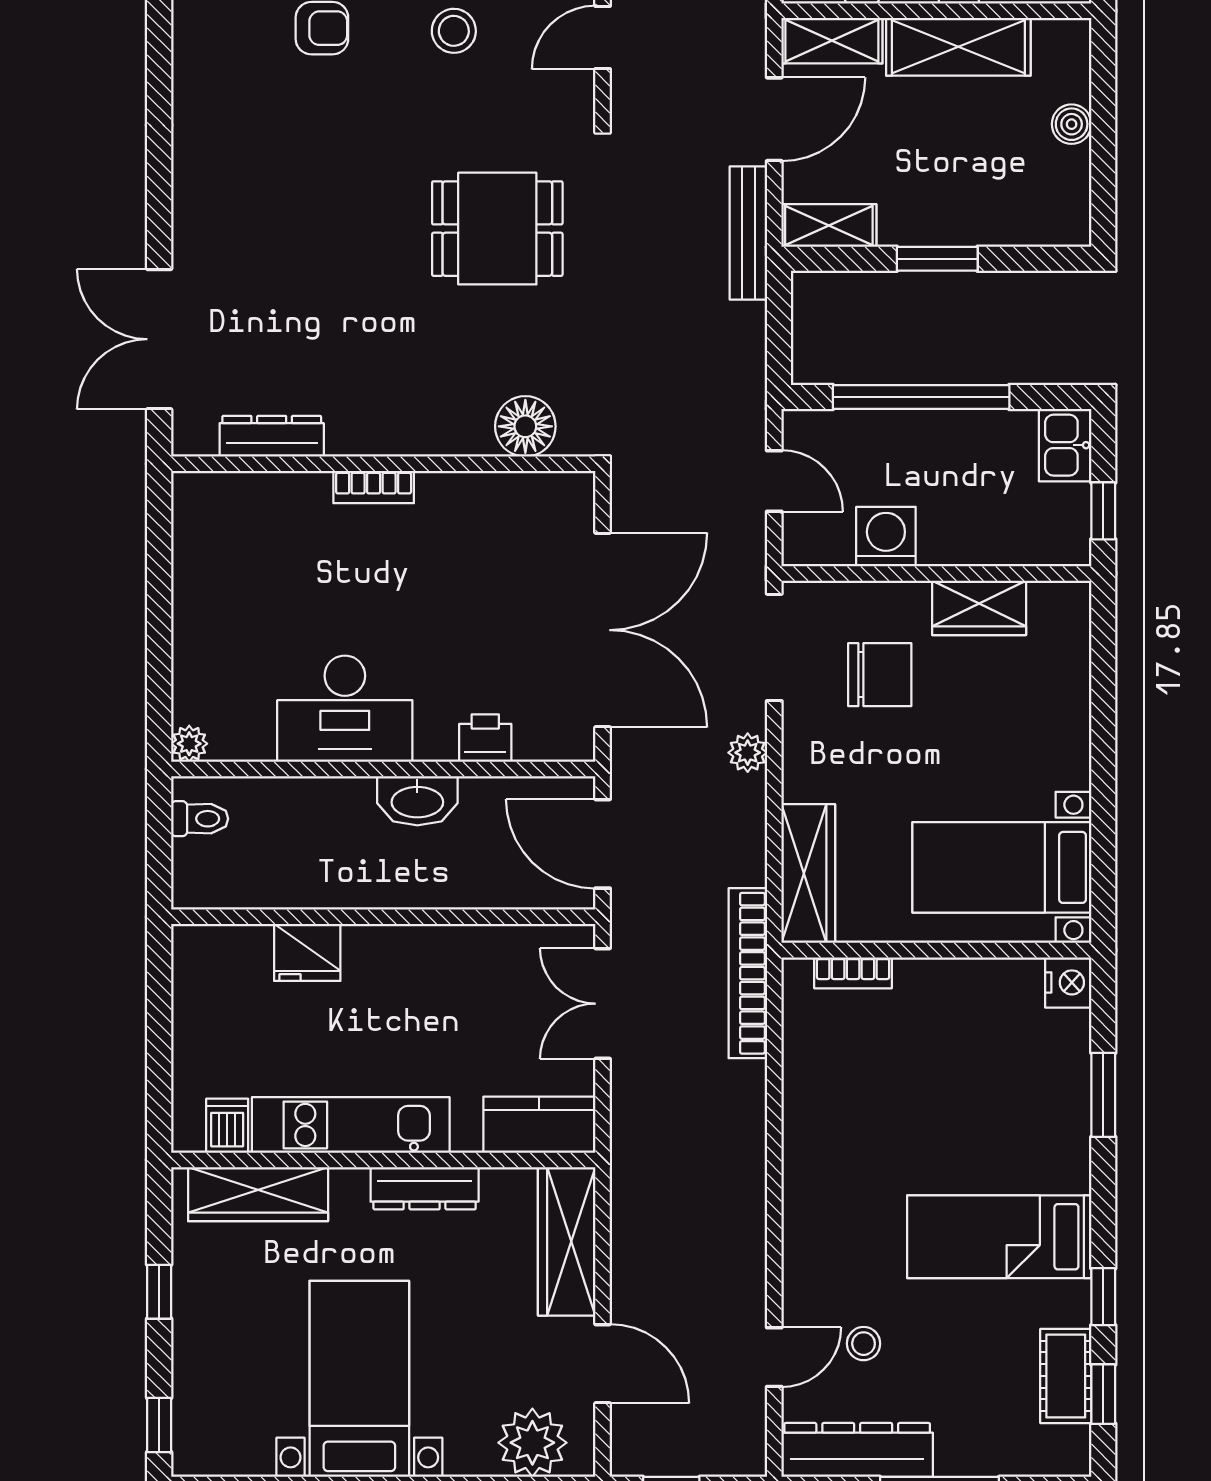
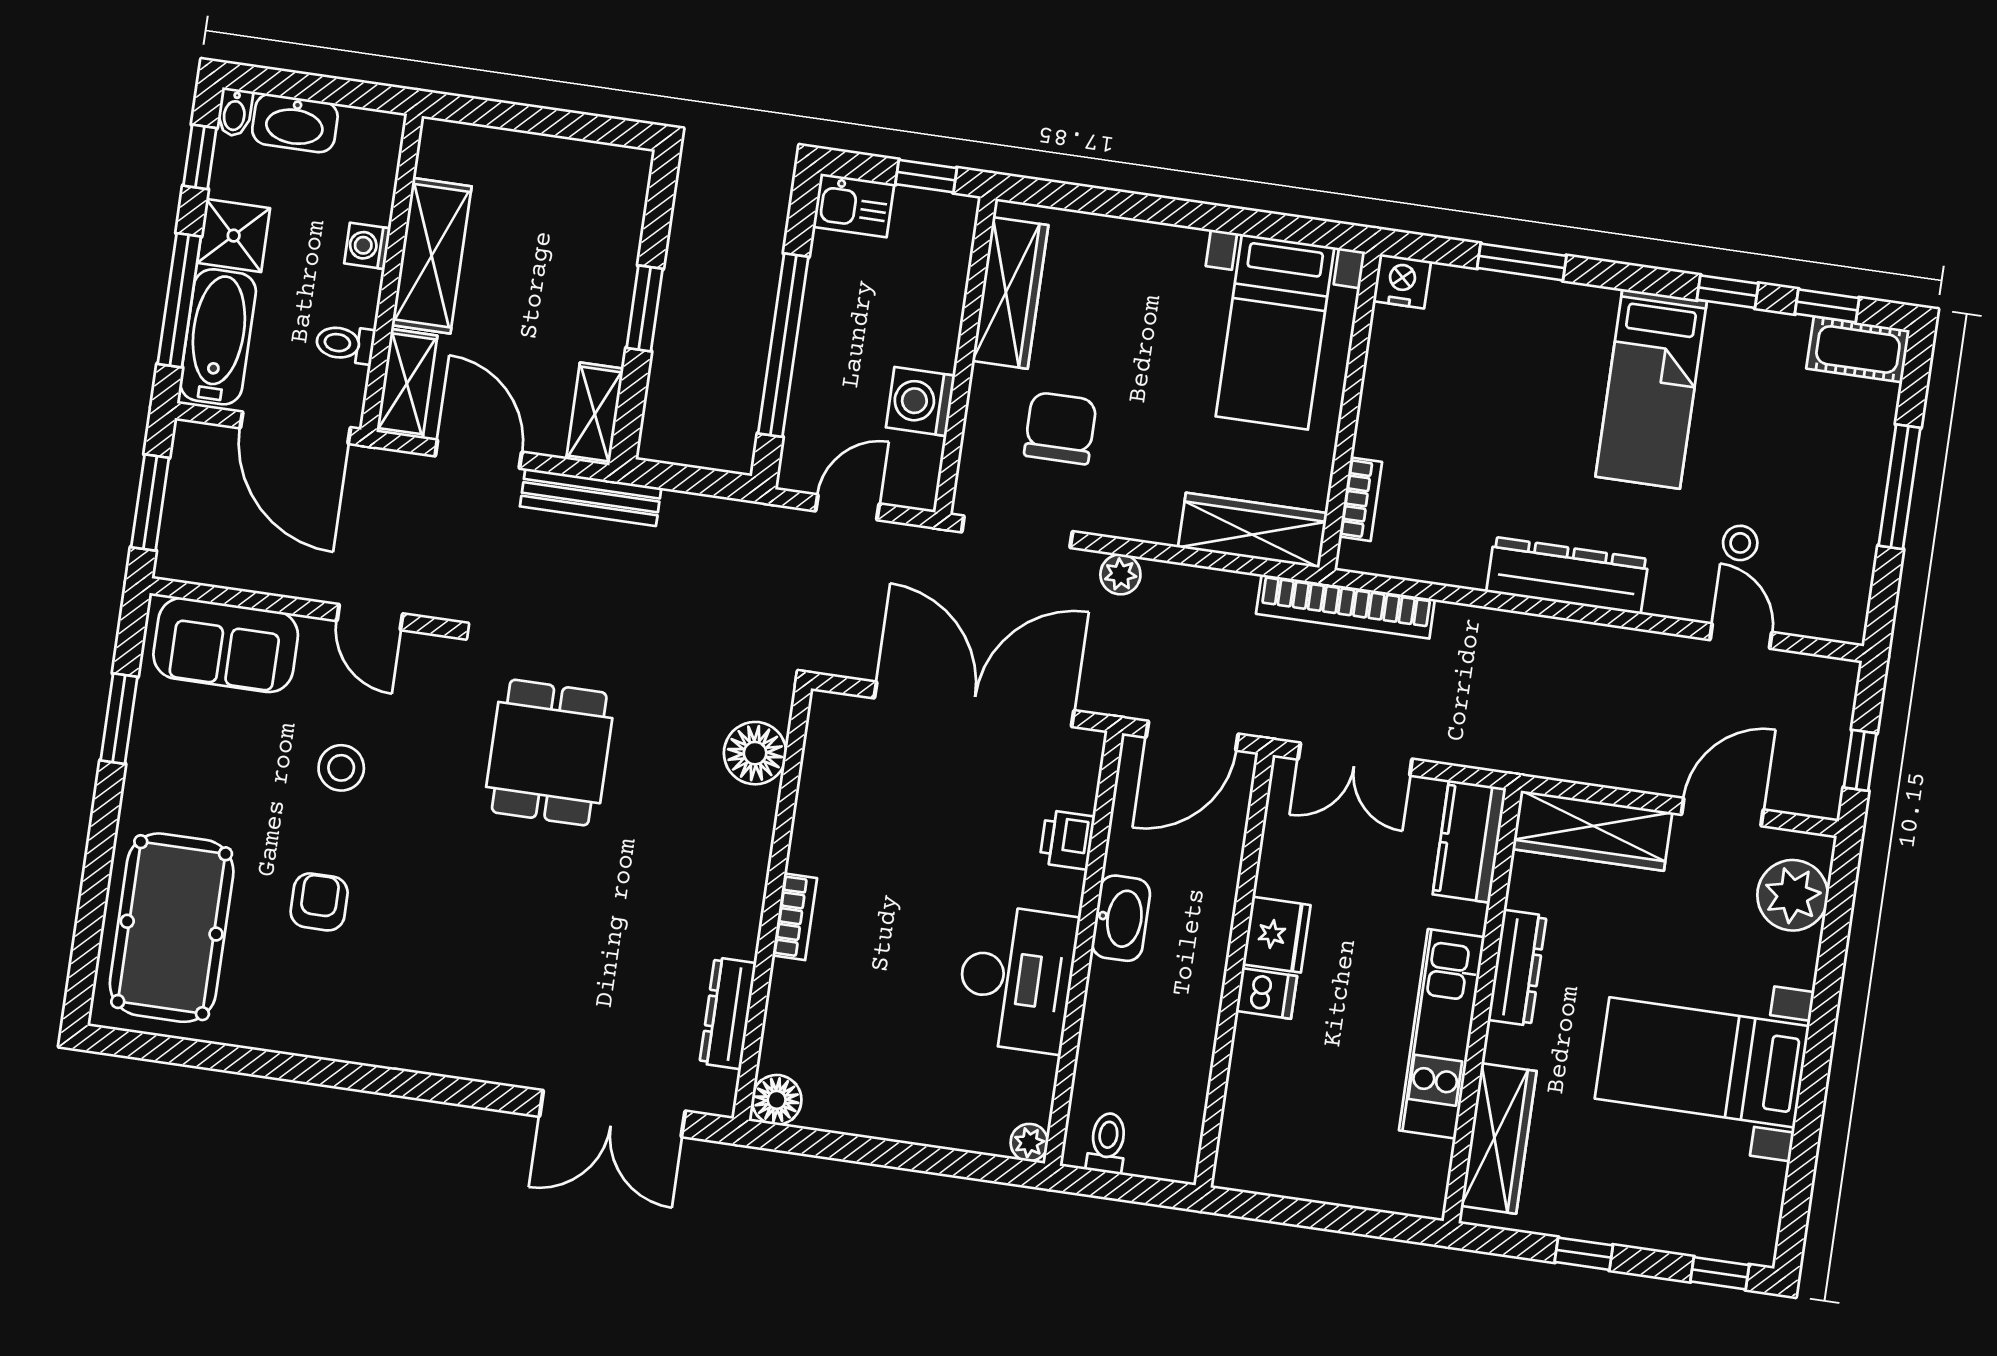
boiler: (1072, 124) -> (527, 152), removed
floor lamp: (195, 495) -> (777, 1100), added
wardrobe: (979, 608) -> (1010, 293), width x1.50
fridge: (307, 952) -> (1277, 935), moved
dishwasher: (227, 1126) -> (1266, 994), moved, turned 180
cot: (1066, 1376) -> (1858, 349), moved
dresser: (857, 1450) -> (1567, 575), moved, turned 90

